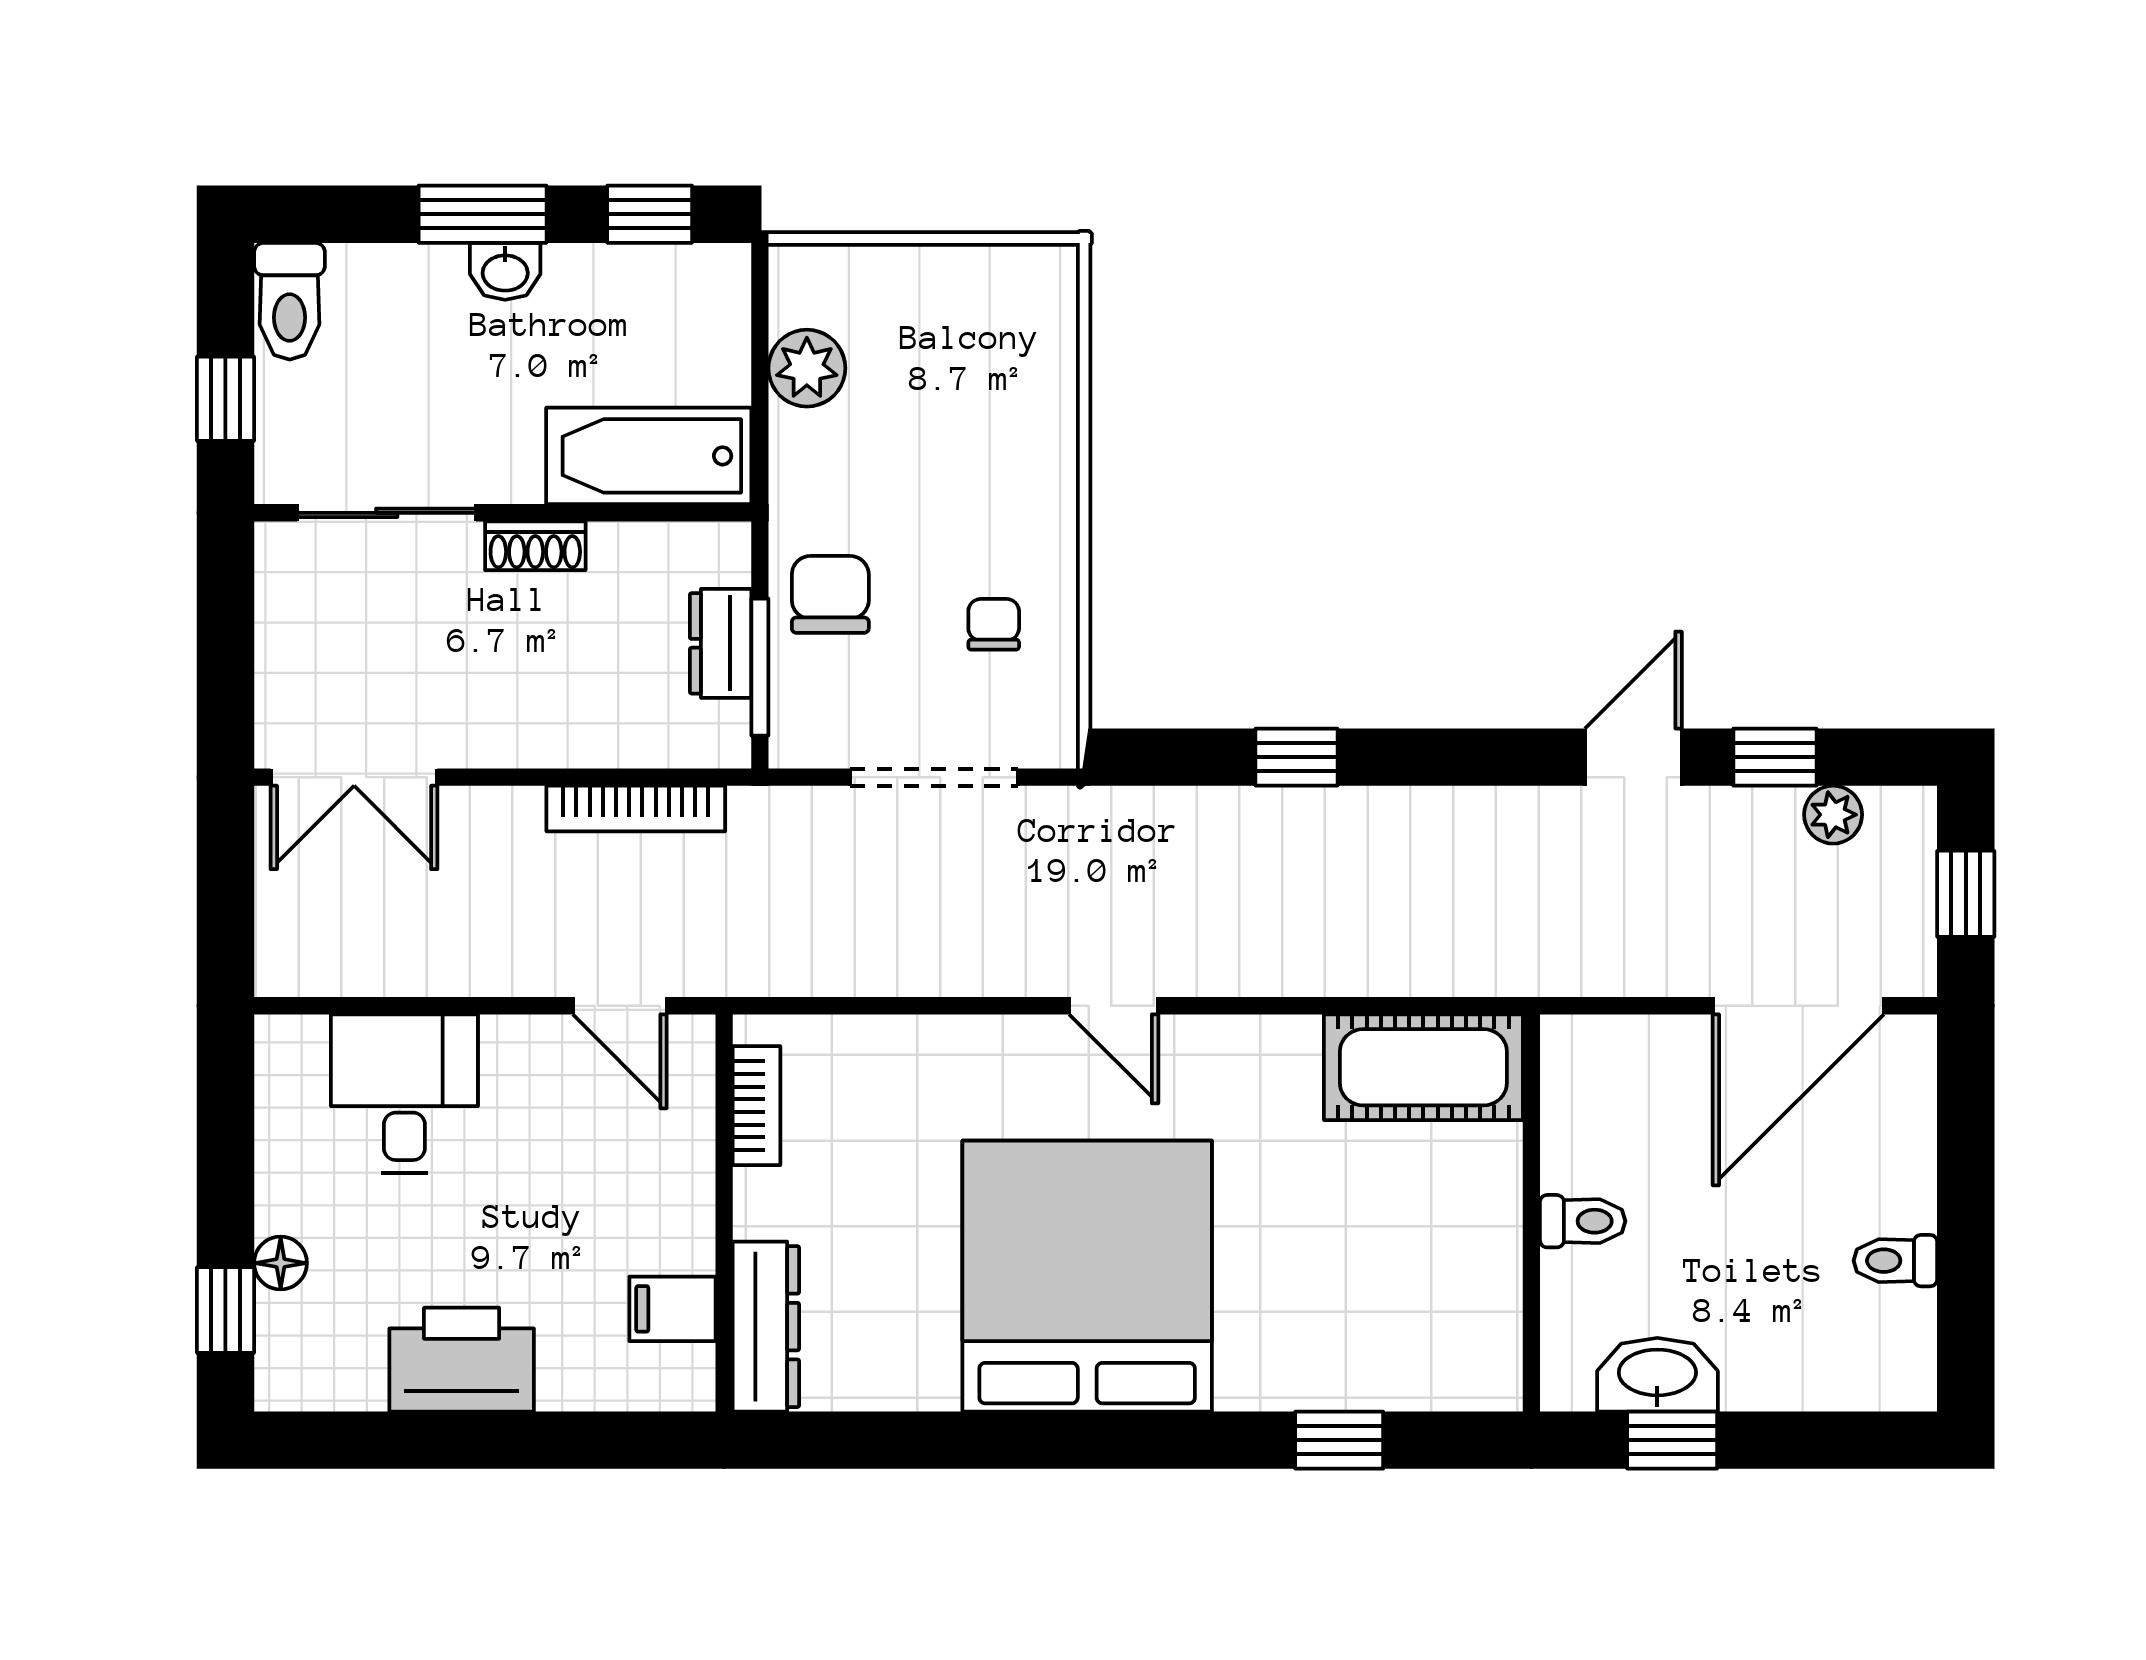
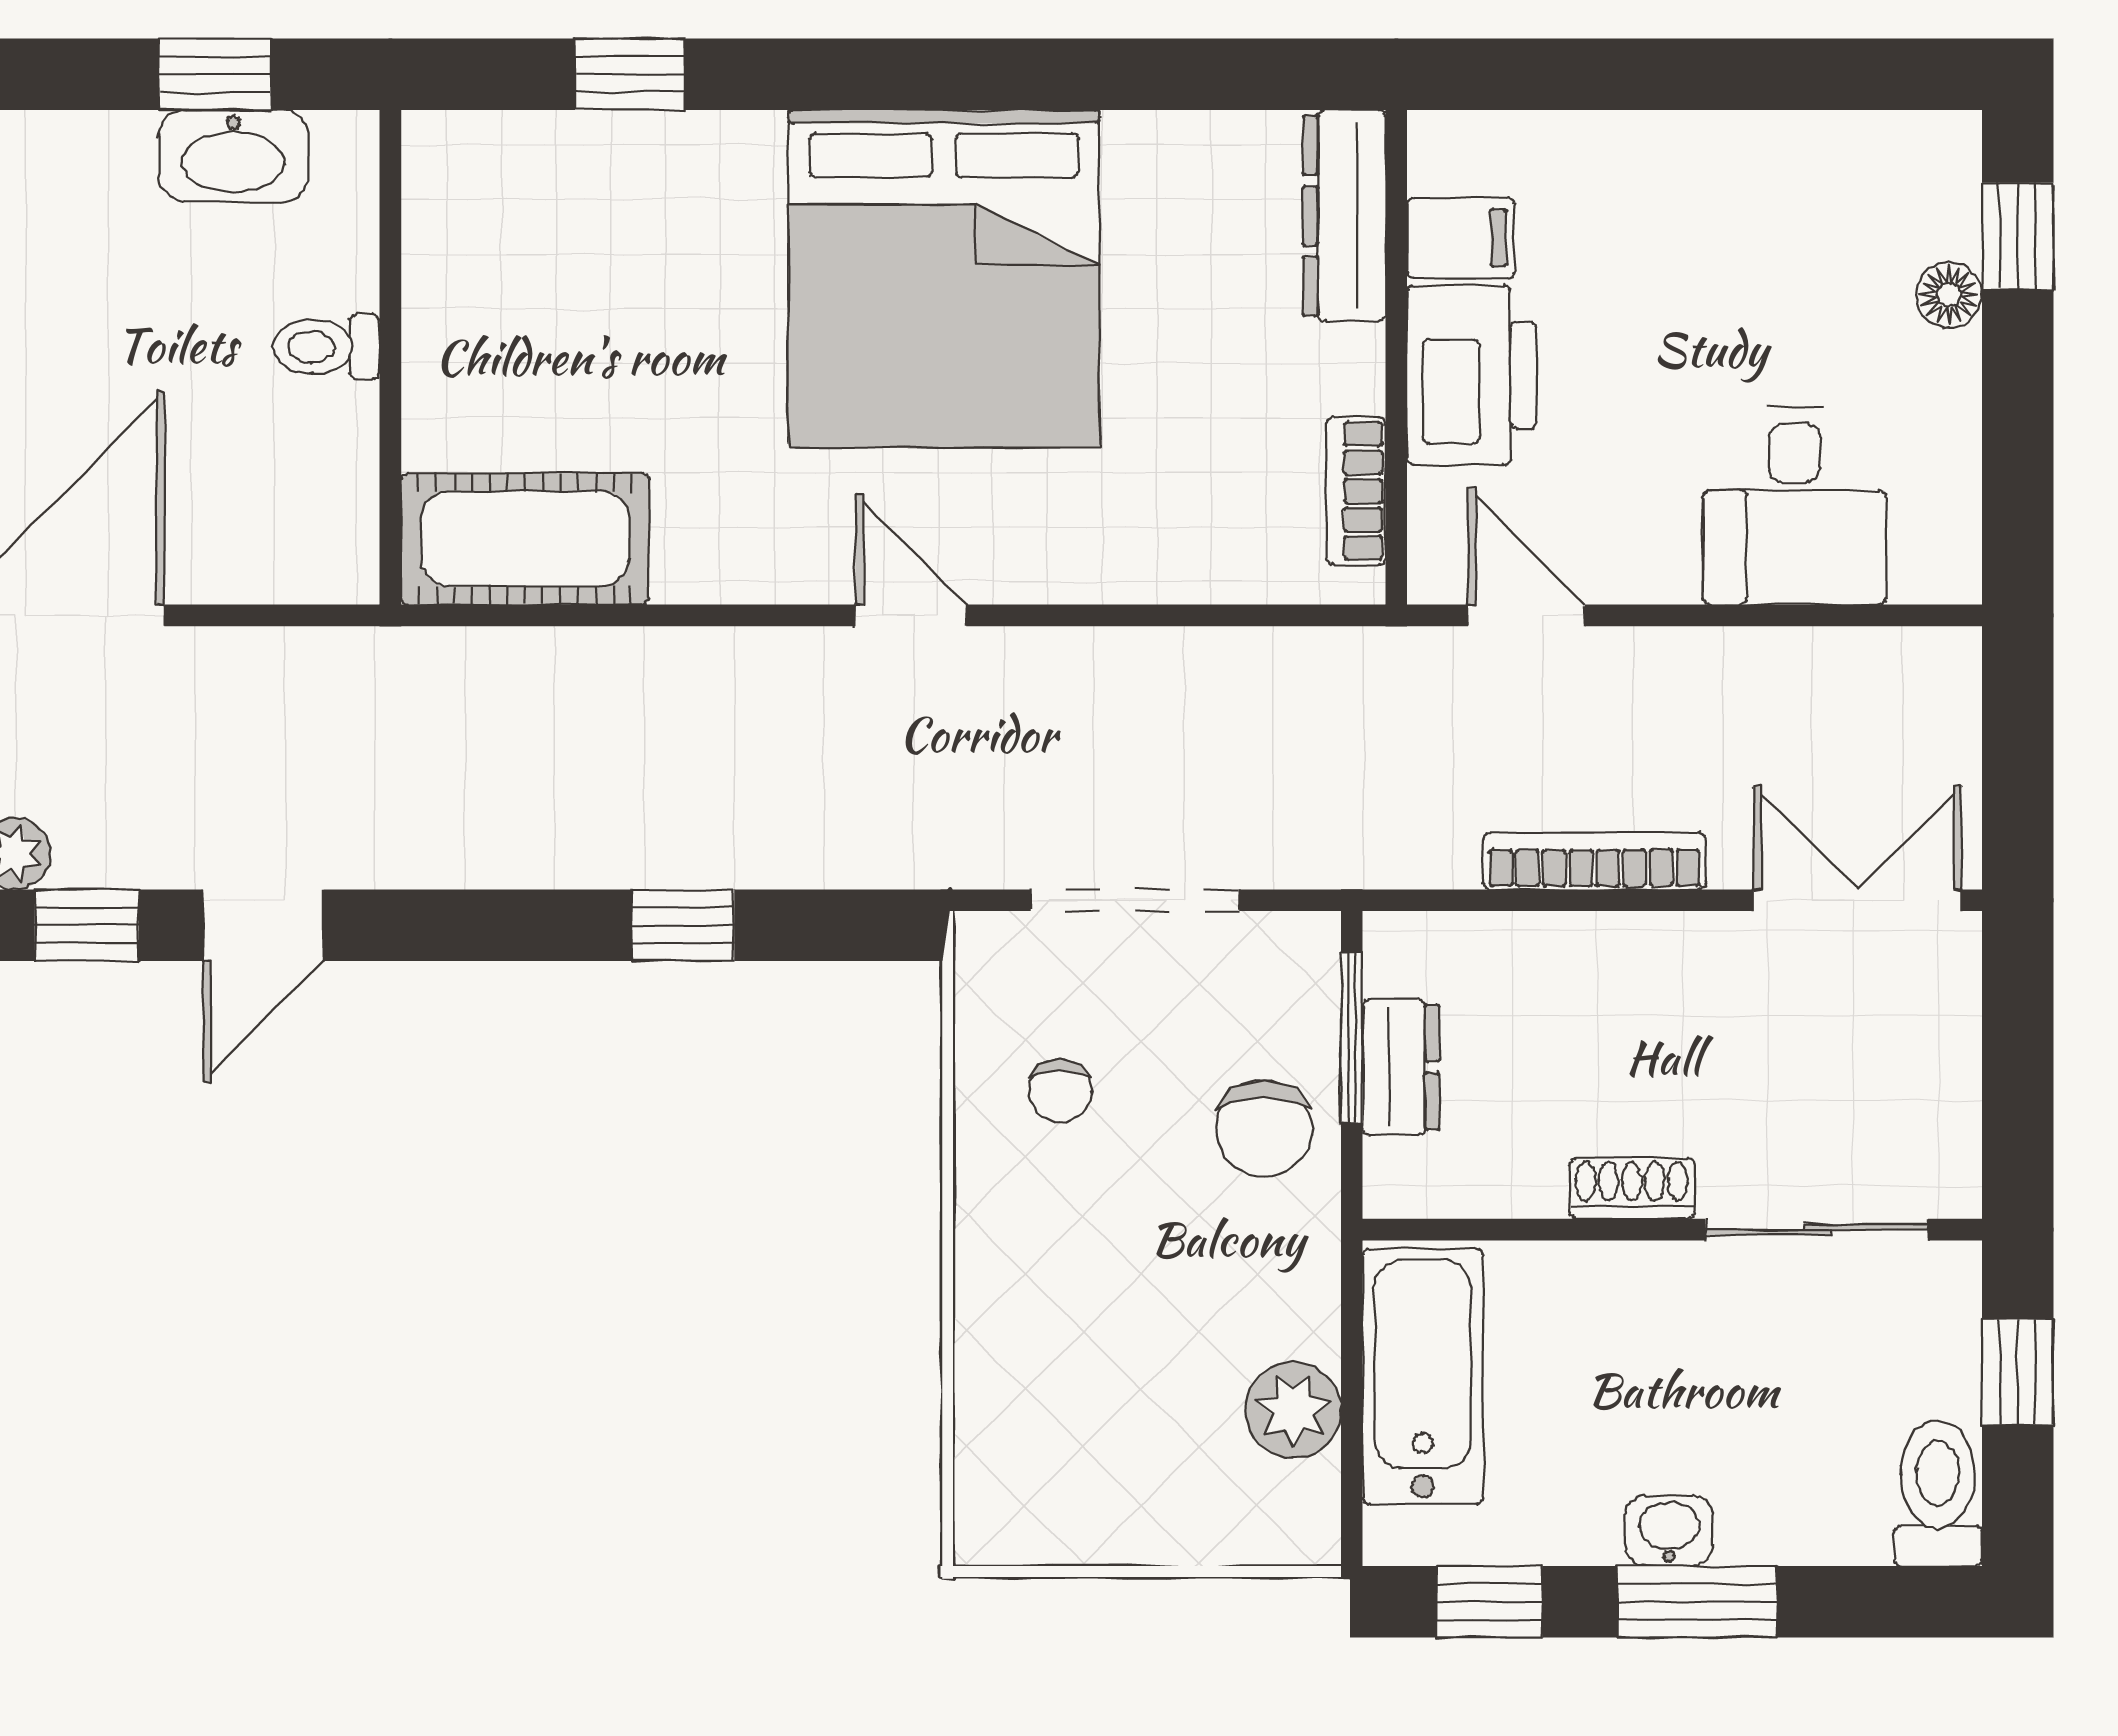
bathtub: (649, 456) -> (1423, 1376), moved, turned -90
bookcase: (636, 809) -> (1594, 861), moved
printer: (462, 1360) -> (1472, 375), moved, turned -90

